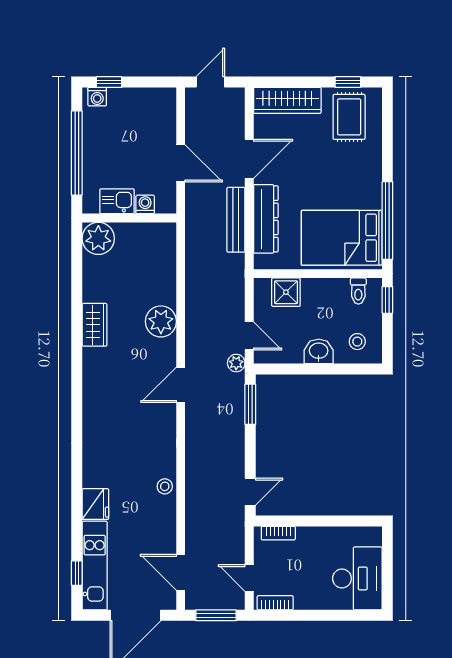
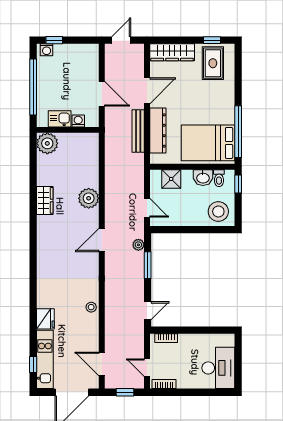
stool: (357, 342) -> (218, 212), width x1.89, depth x1.89
washbasin: (319, 351) -> (203, 178), moved, turned 180
plant: (236, 363) -> (138, 245), moved
window: (250, 404) -> (148, 265), moved
window: (216, 615) -> (125, 392), width x0.67

